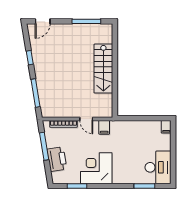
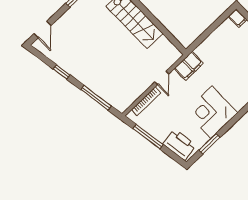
door: (86, 119) -> (162, 78), hinge flipped
filing cabinet: (104, 127) -> (189, 66), width x2.00
printer: (57, 159) -> (179, 145), moved

